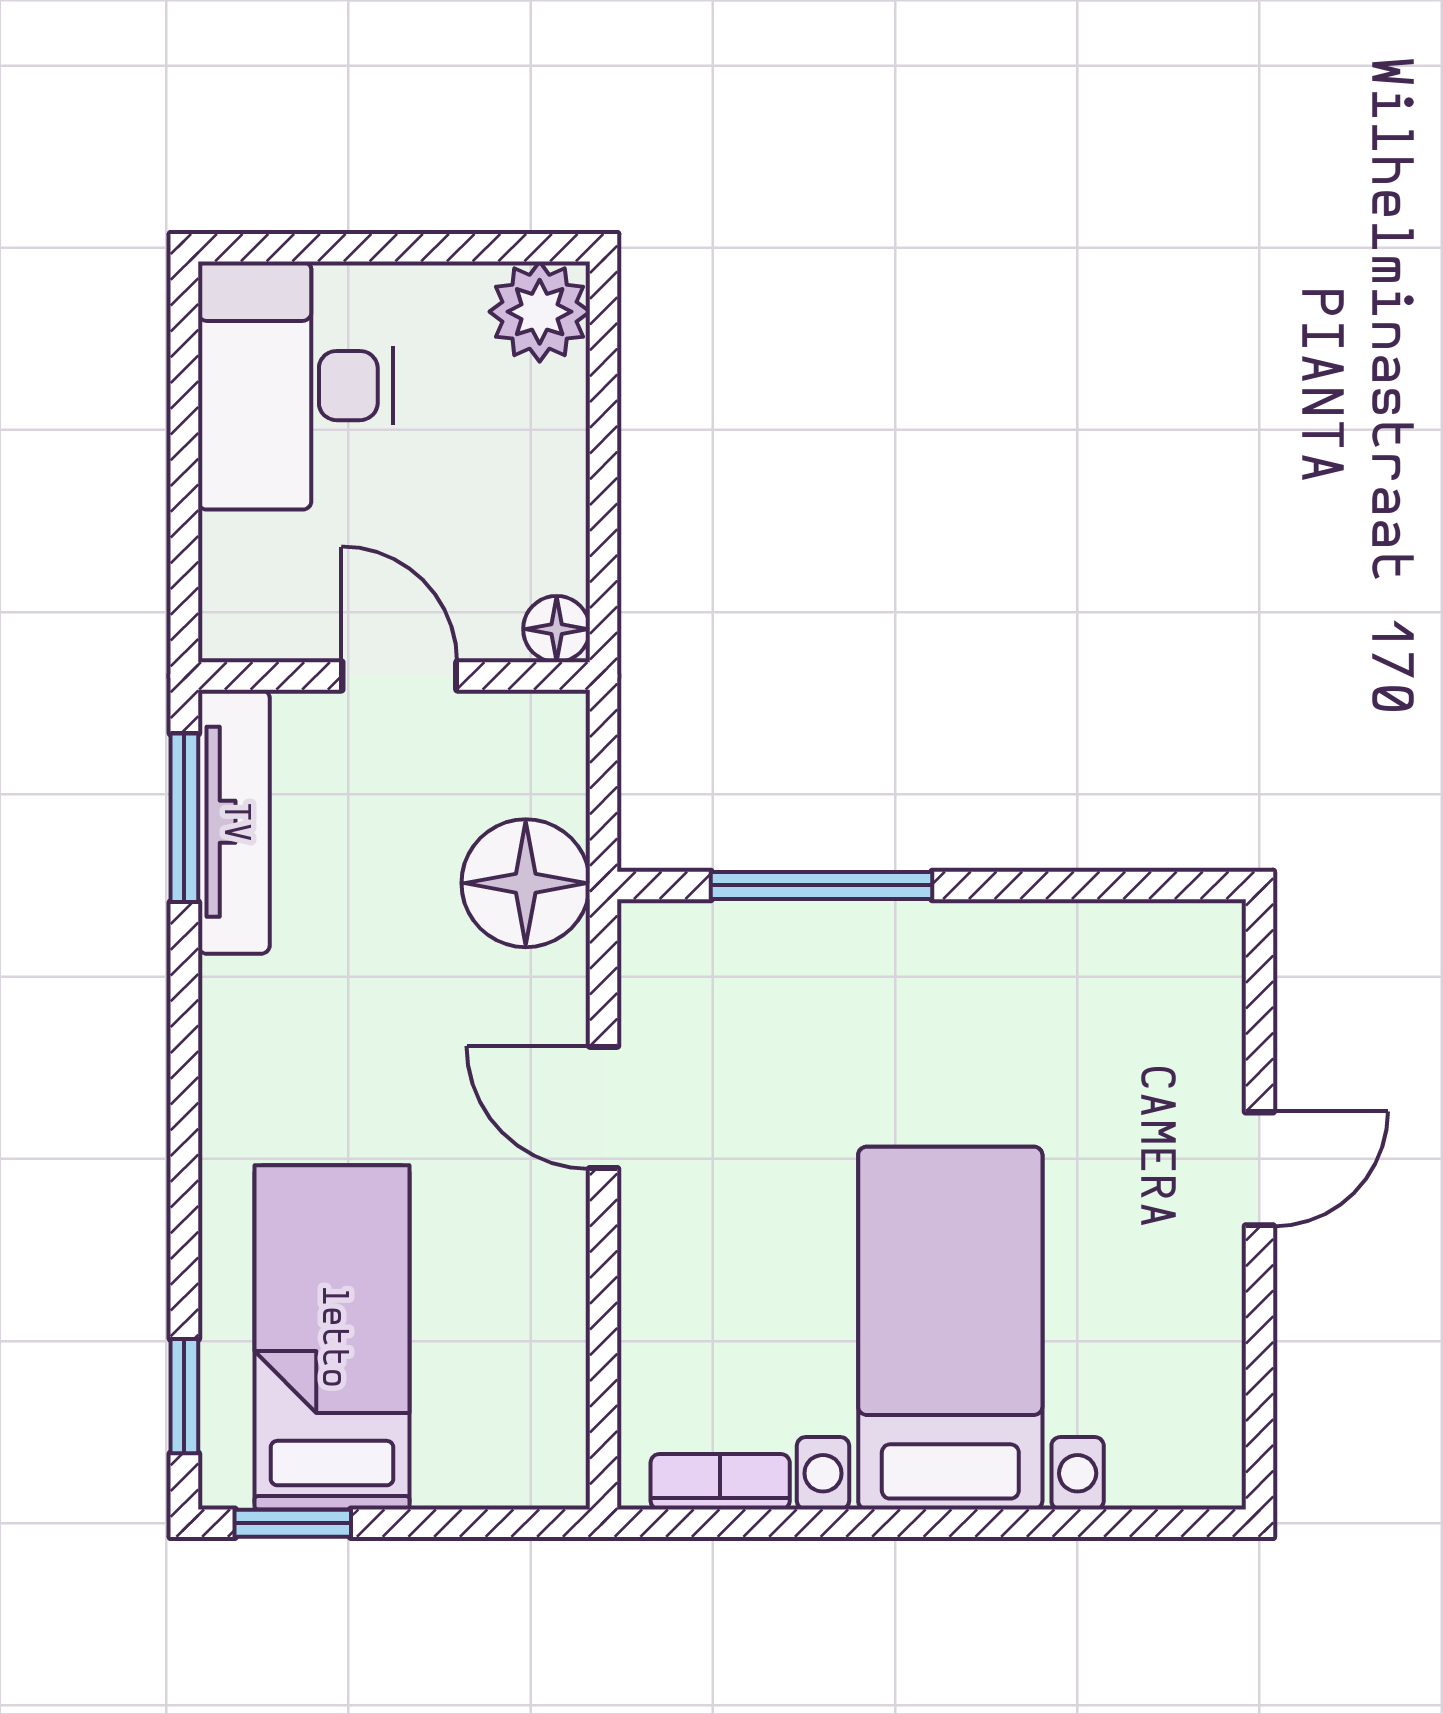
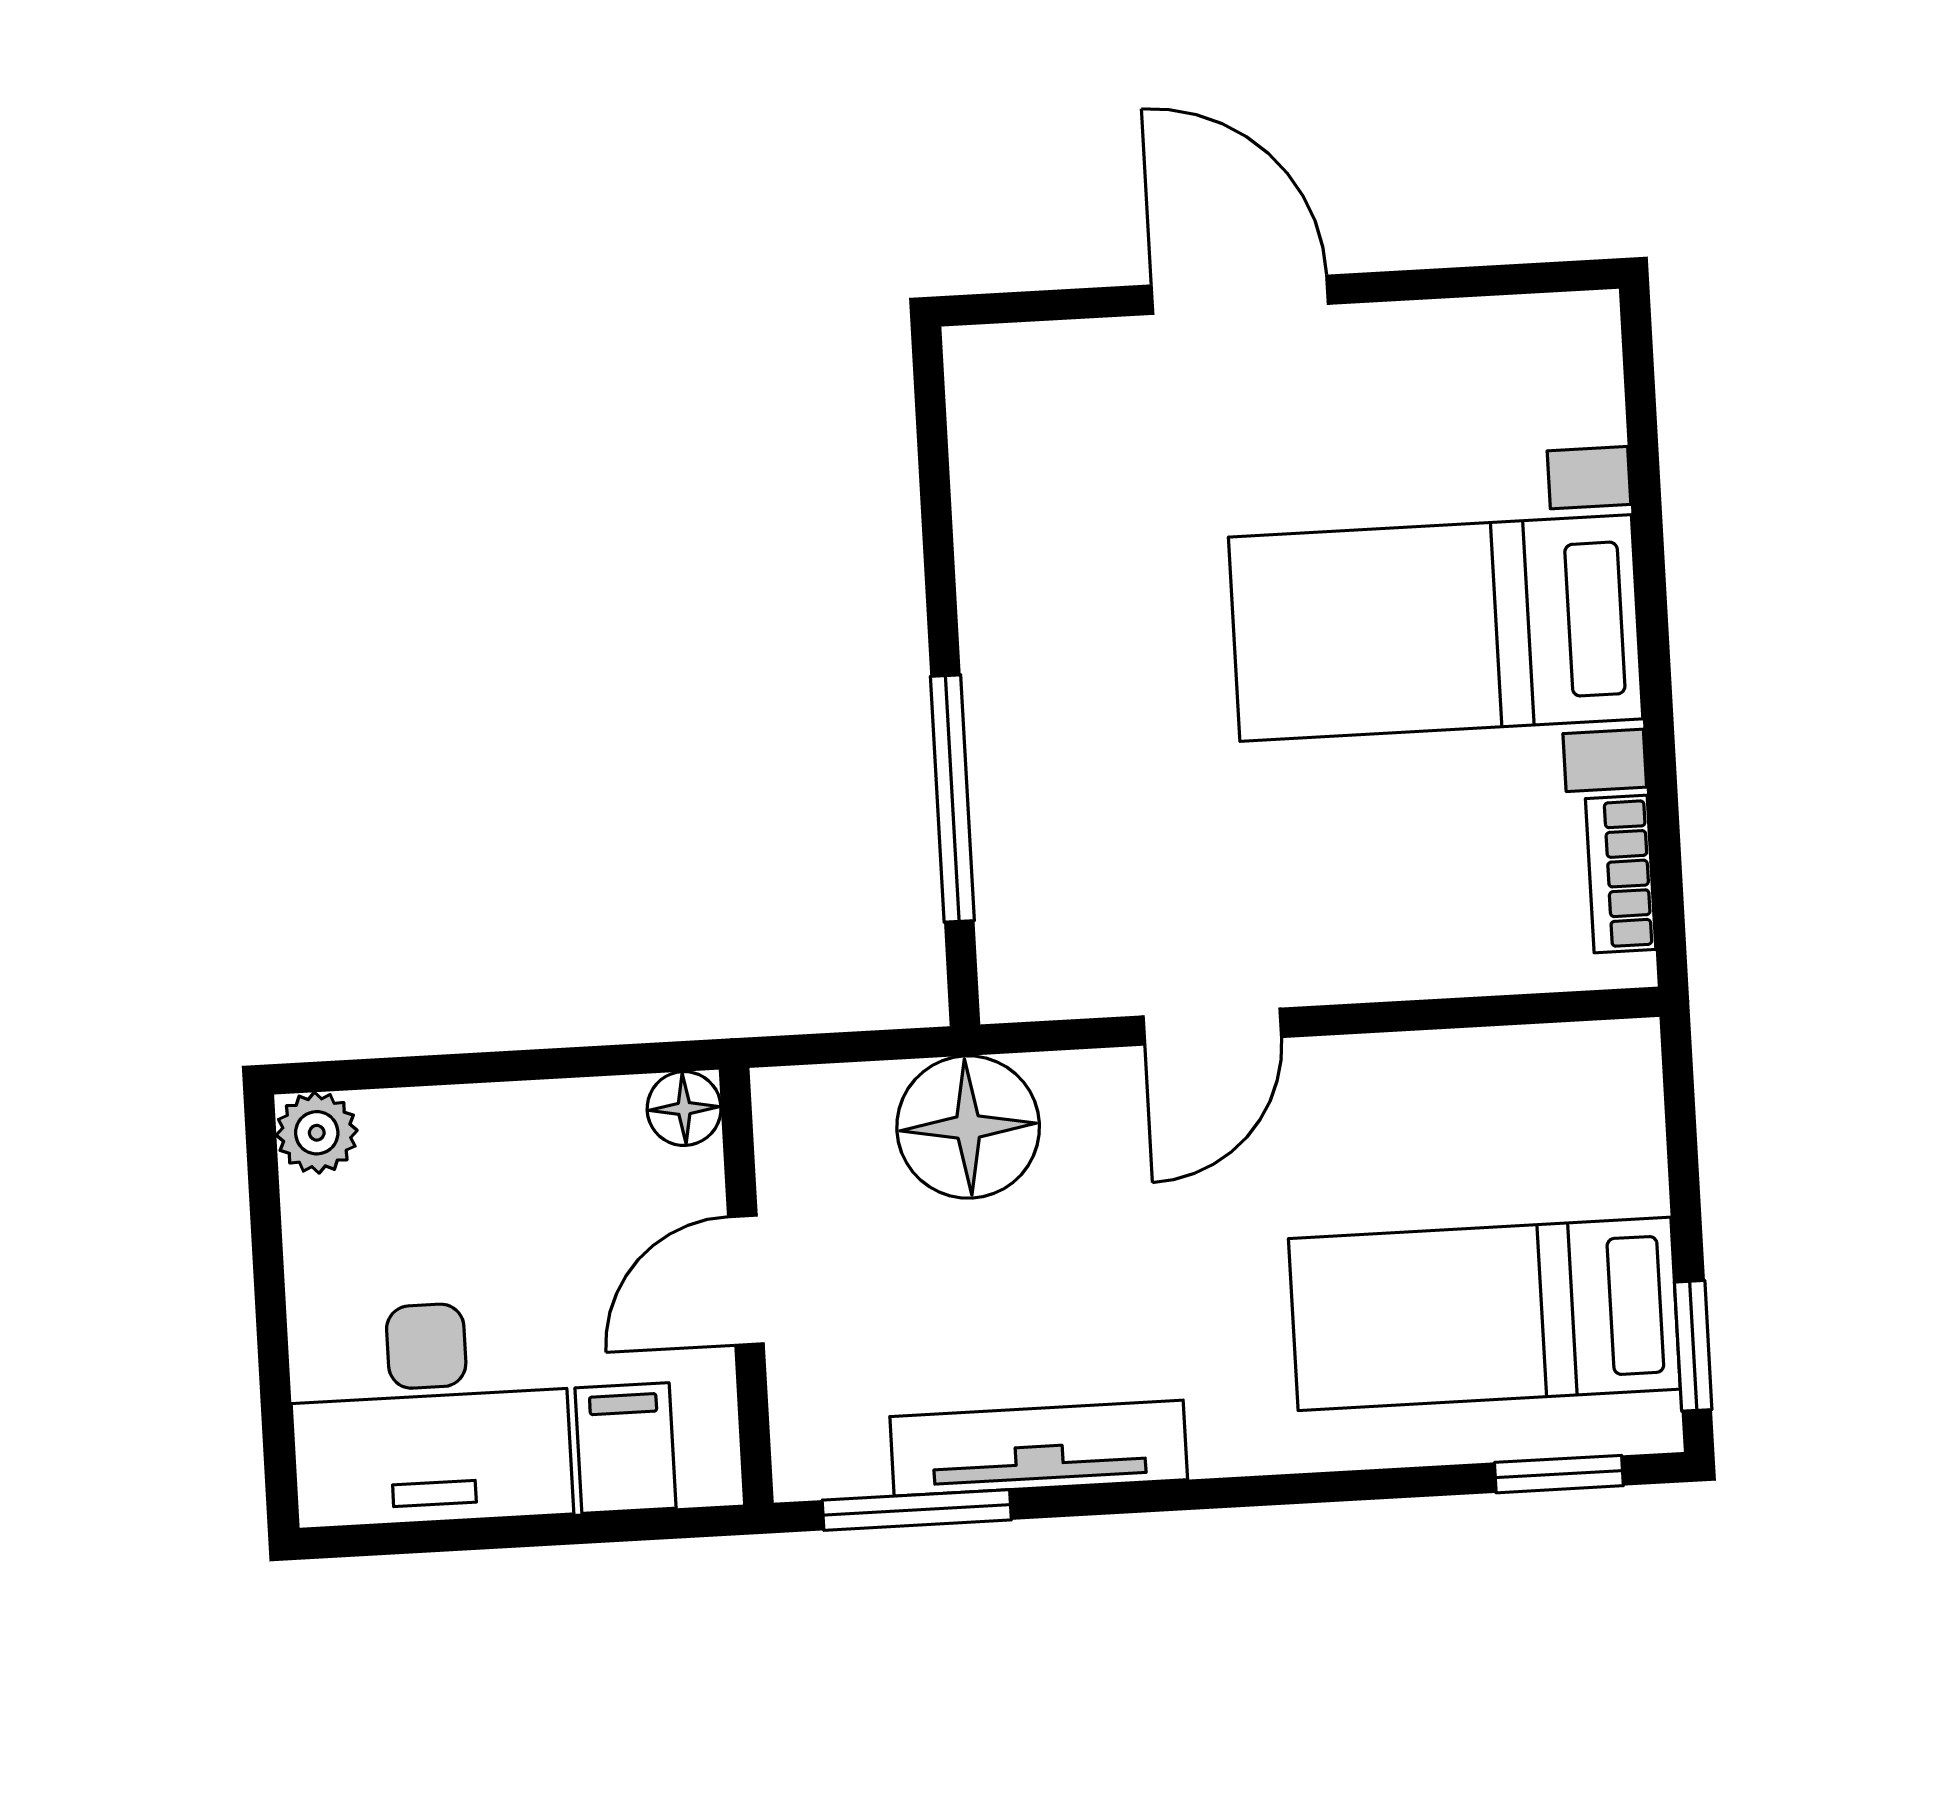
plant: (540, 312) -> (317, 1133), width x0.73, depth x0.73
filing cabinet: (255, 559) -> (626, 1448), added
tv unit: (234, 822) -> (1039, 1448), moved
door: (1259, 1169) -> (1240, 295), width x1.38

